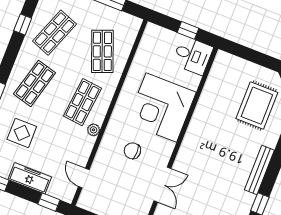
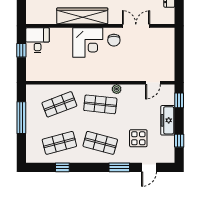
shop shelf: (55, 33) -> (59, 143), turned -36
corner desk: (161, 108) -> (88, 42), width x0.74, depth x0.74
wardrobe: (201, 123) -> (82, 16), added
chair: (132, 151) -> (114, 40), moved

